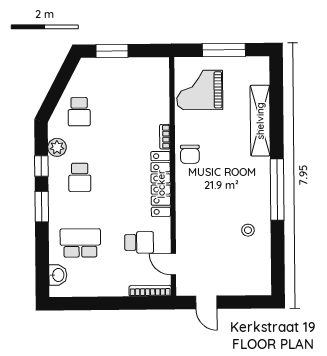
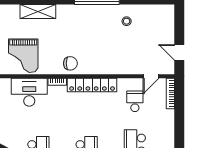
desk: (150, 99) -> (29, 92), added
shelving: (260, 121) -> (38, 12), width x0.68
door: (206, 302) -> (179, 52), swing flipped

